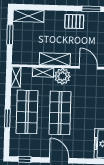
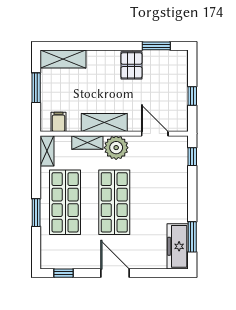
pallet: (74, 22) -> (131, 65), turned 90
filing cabinet: (24, 58) -> (58, 122), added

